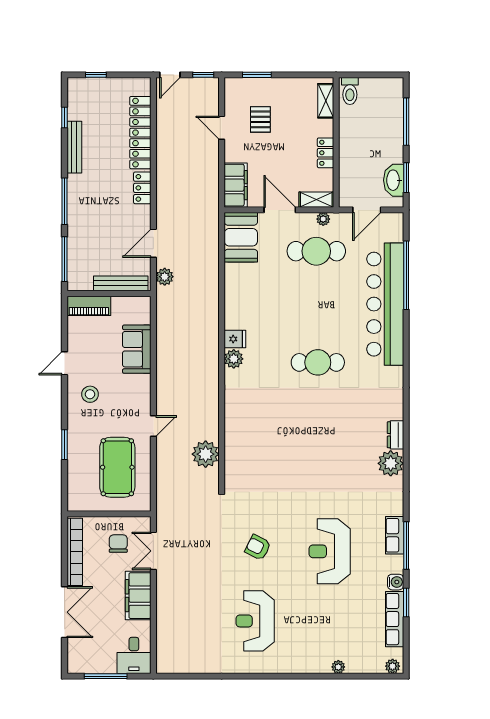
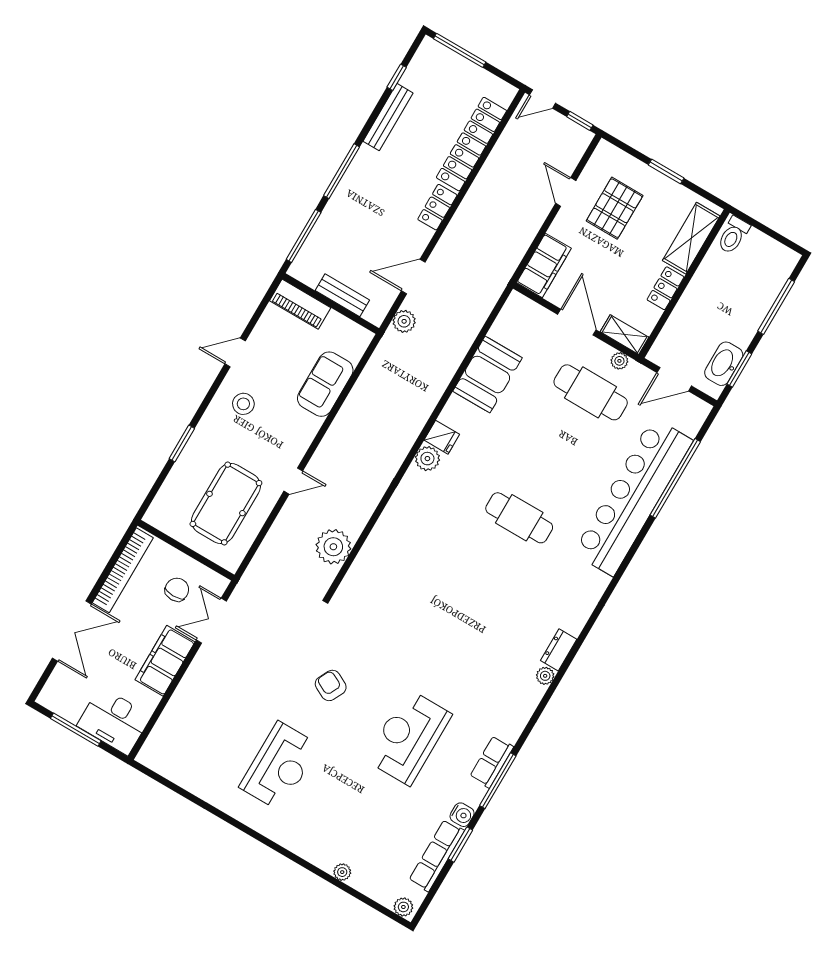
window: (96, 75) -> (460, 50), width x2.17
window: (257, 75) -> (666, 171), moved
shelving: (326, 101) -> (691, 238), width x1.50, depth x1.33
pallet: (260, 119) -> (615, 208), width x1.50, depth x1.42
booth: (241, 237) -> (488, 374), moved
bench: (121, 283) -> (342, 295), width x0.73
plant: (391, 463) -> (545, 676), width x0.53, depth x0.53
reception desk: (255, 621) -> (279, 766), turned 180
desk: (134, 655) -> (114, 721), width x1.37

